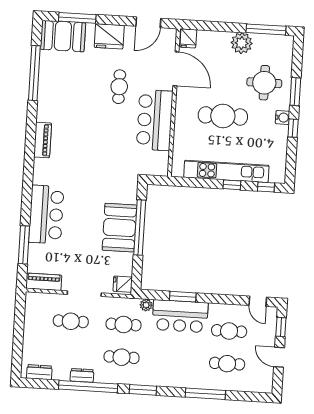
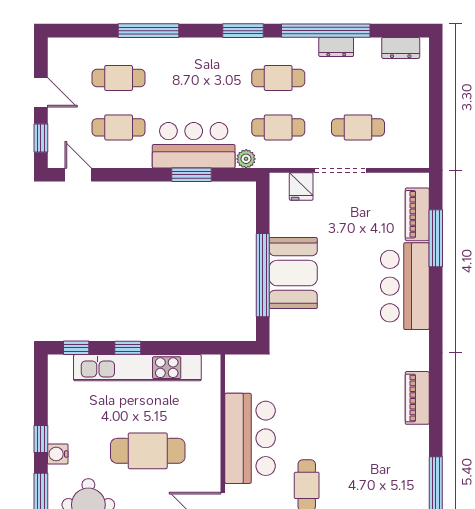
piano: (44, 282) -> (417, 214), moved, turned 90
fridge: (123, 284) -> (301, 187), moved, turned 90

